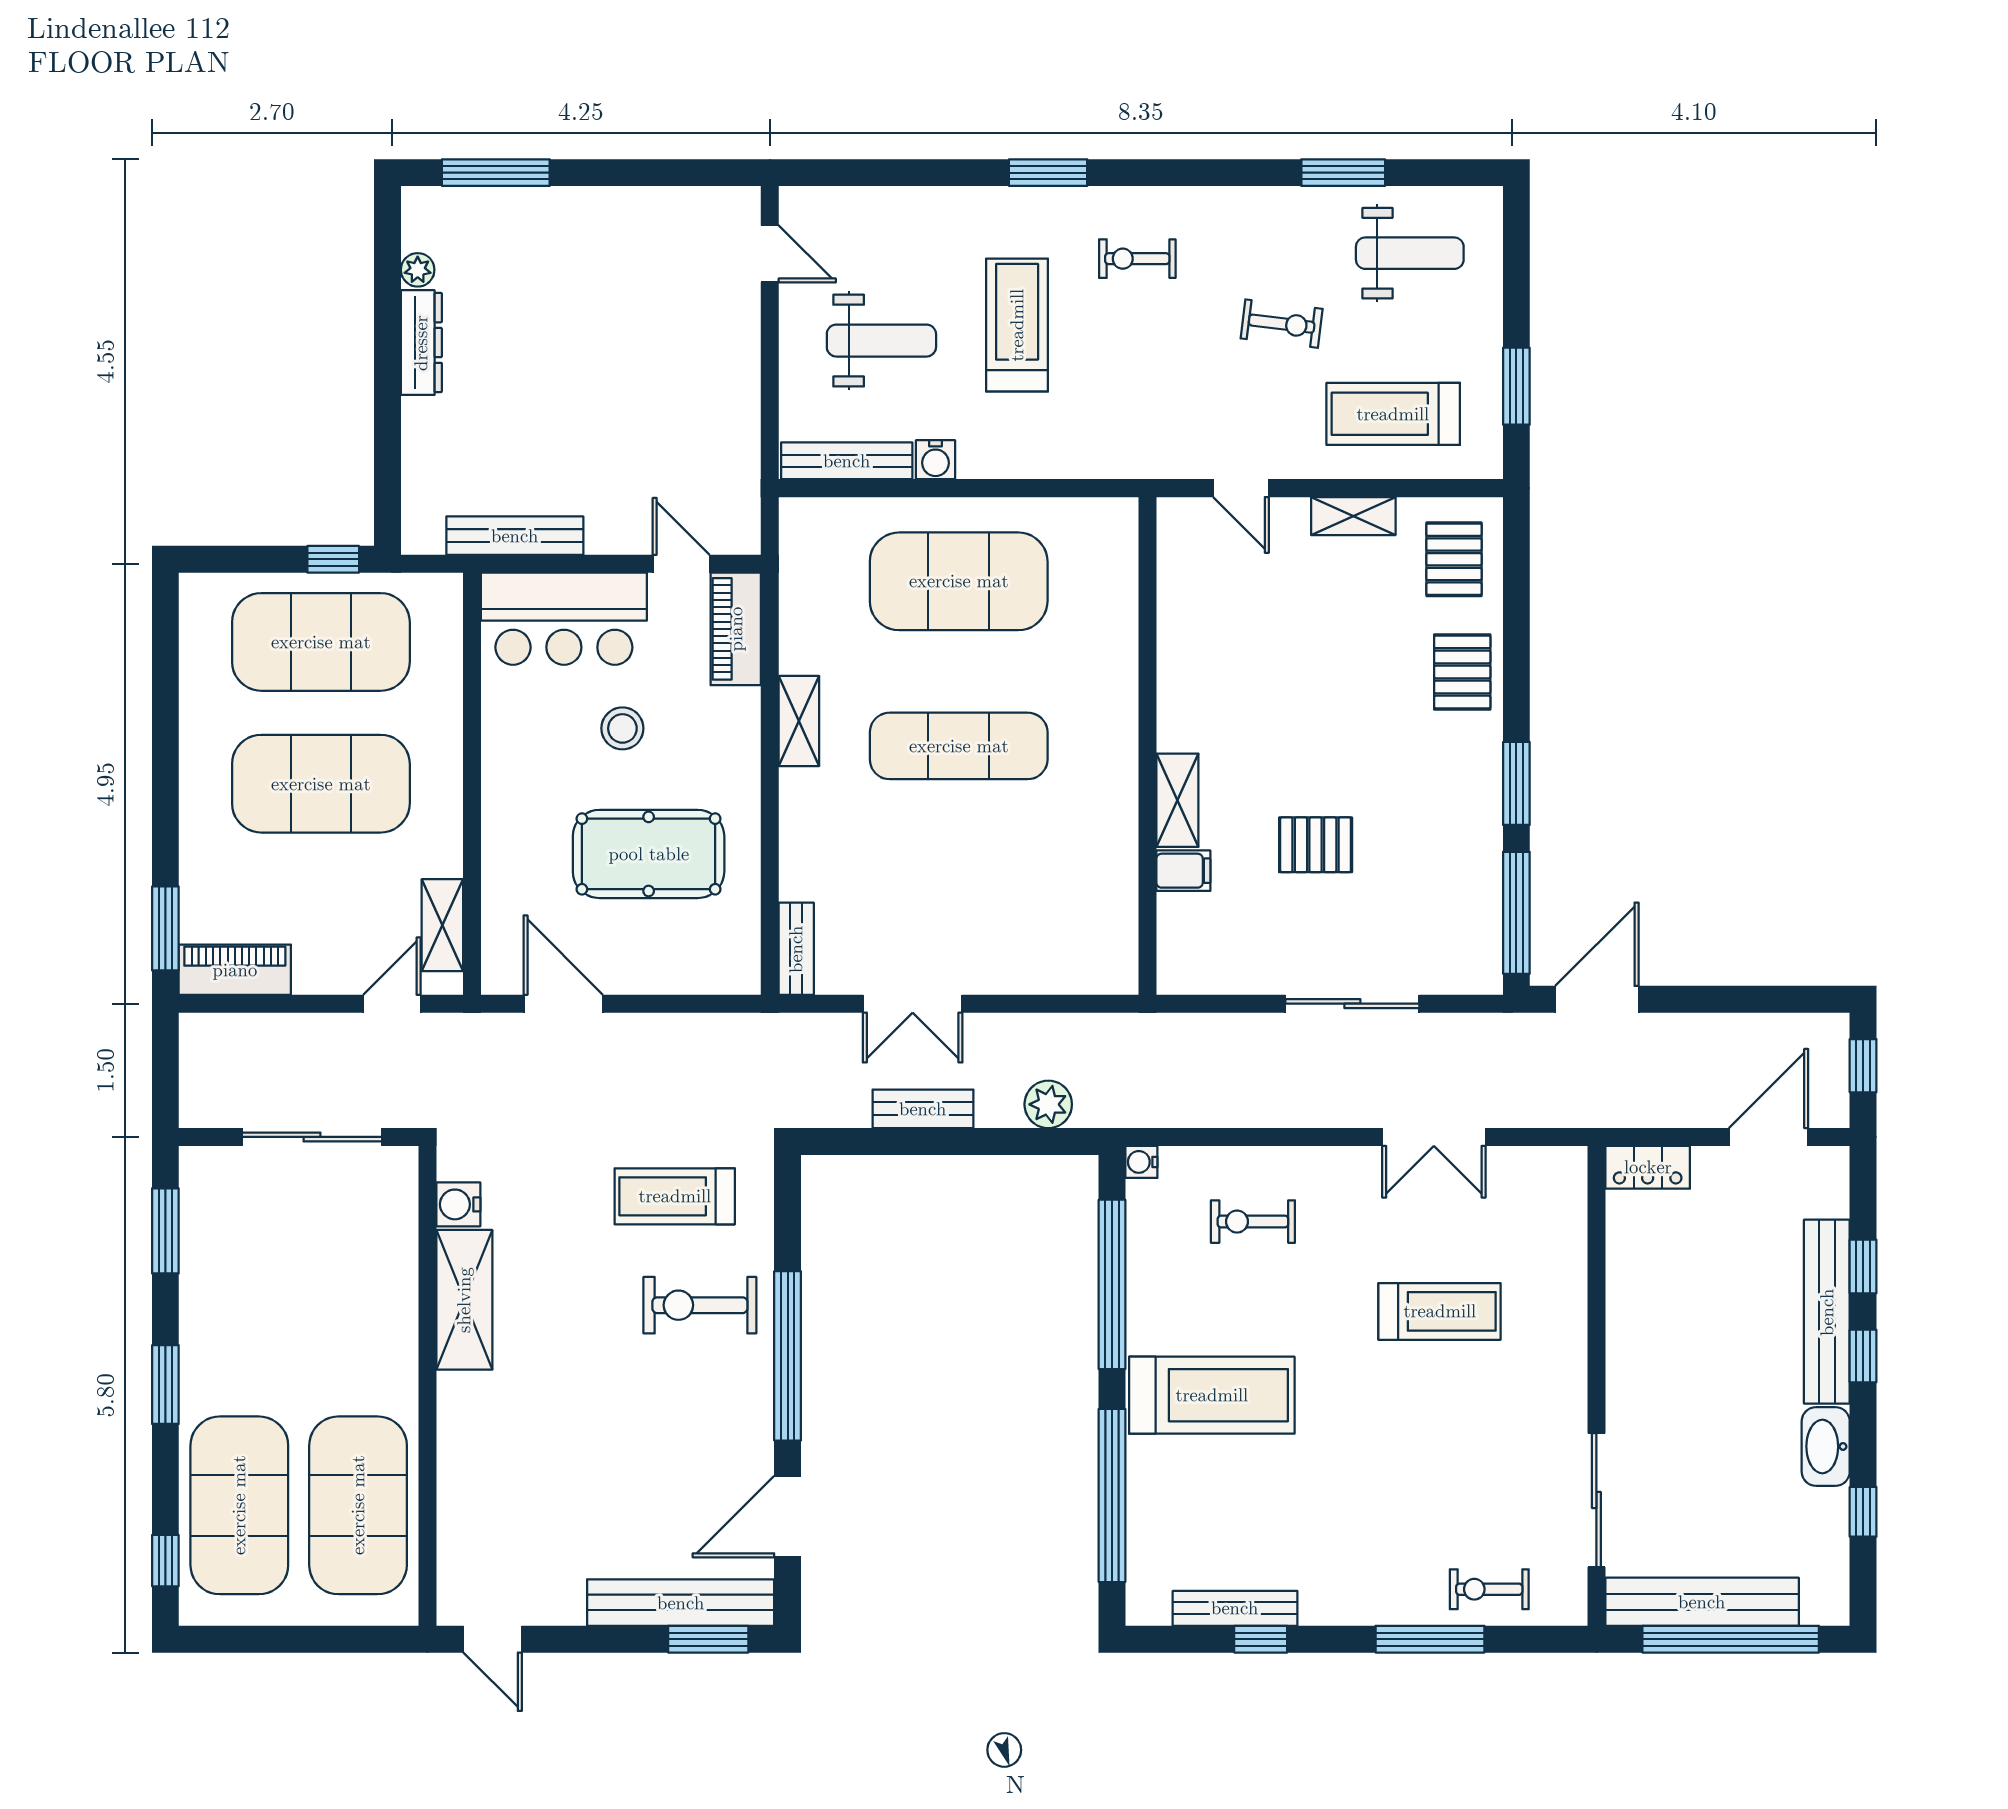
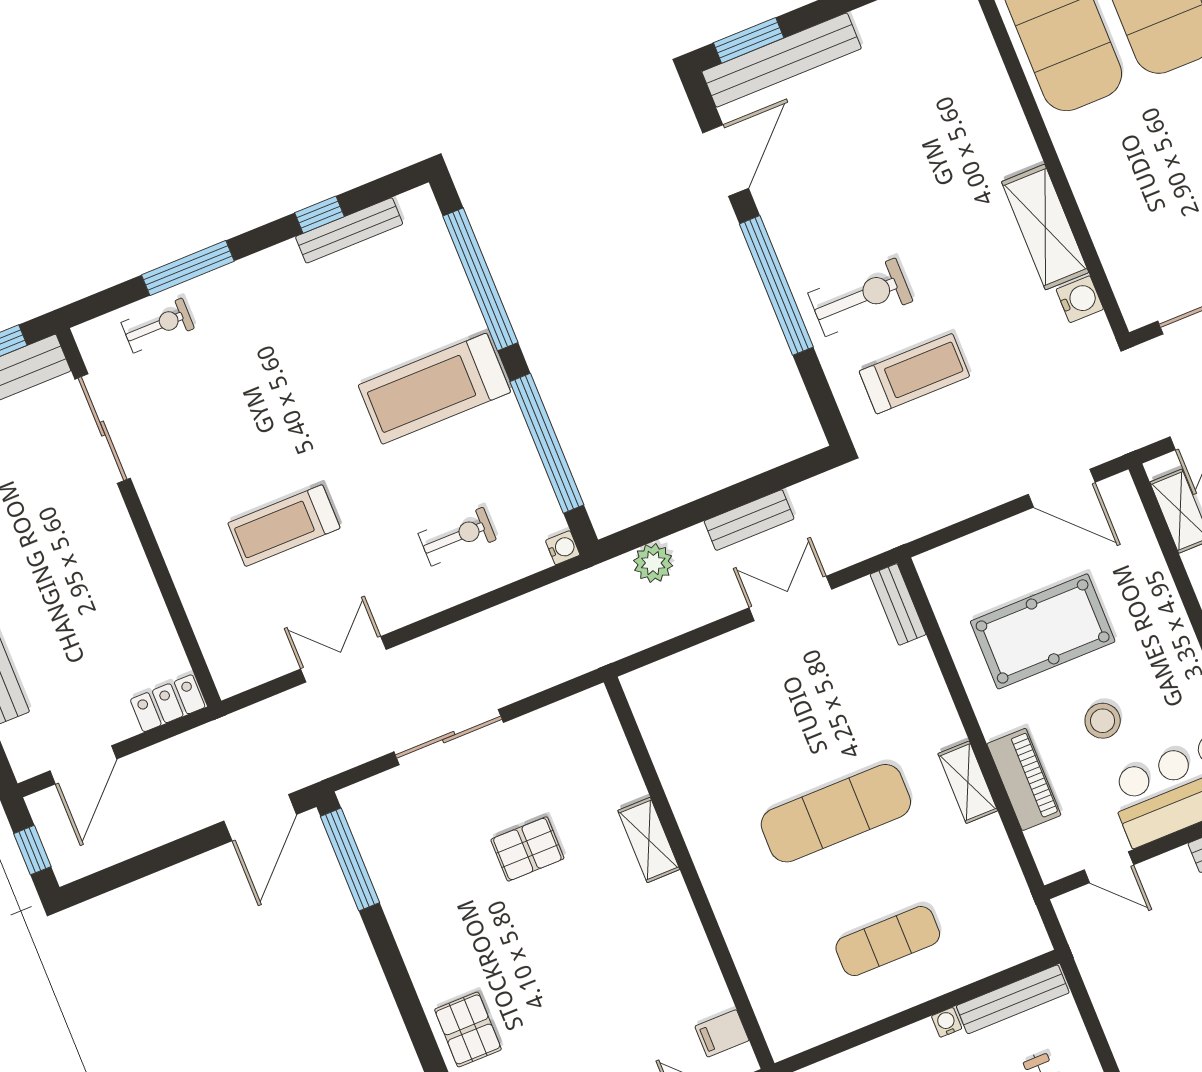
water cooler: (936, 460) -> (947, 1022), width x0.72, depth x0.72
exercise mat: (959, 581) -> (888, 941), width x0.50, depth x0.69
piano: (736, 629) -> (1024, 779), moved
window: (1516, 783) -> (391, 960), removed
filing cabinet: (1183, 871) -> (722, 1033), moved

